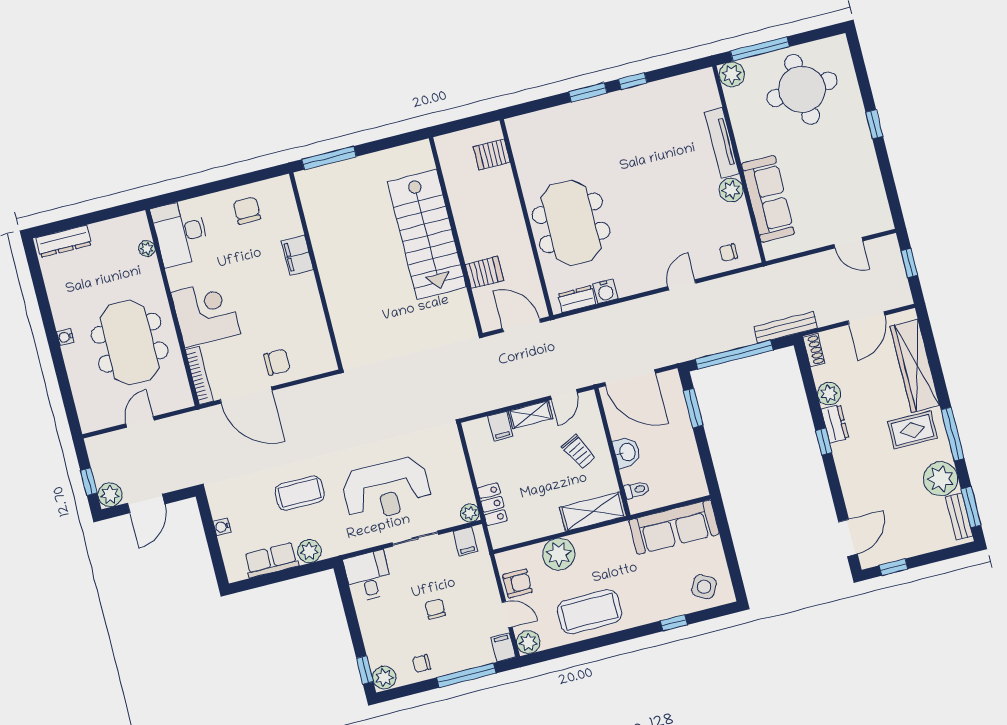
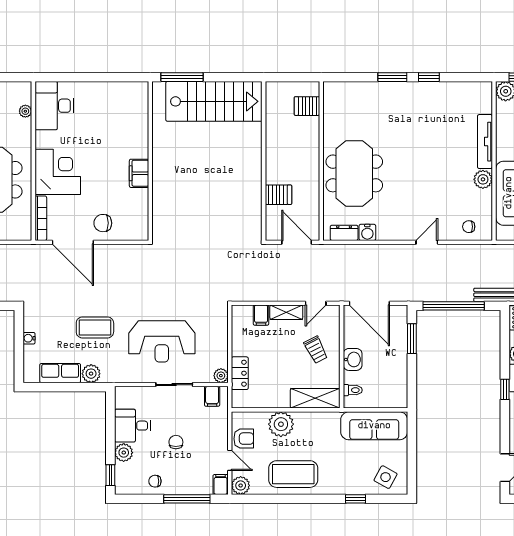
chair: (247, 210) -> (109, 101), removed
stairs: (427, 234) -> (214, 101), moved, turned -90
filing cabinet: (297, 255) -> (139, 173), moved
chair: (277, 362) -> (103, 223), turned 180
desk: (368, 576) -> (132, 426), moved, turned -90
plant: (384, 678) -> (124, 453), moved

